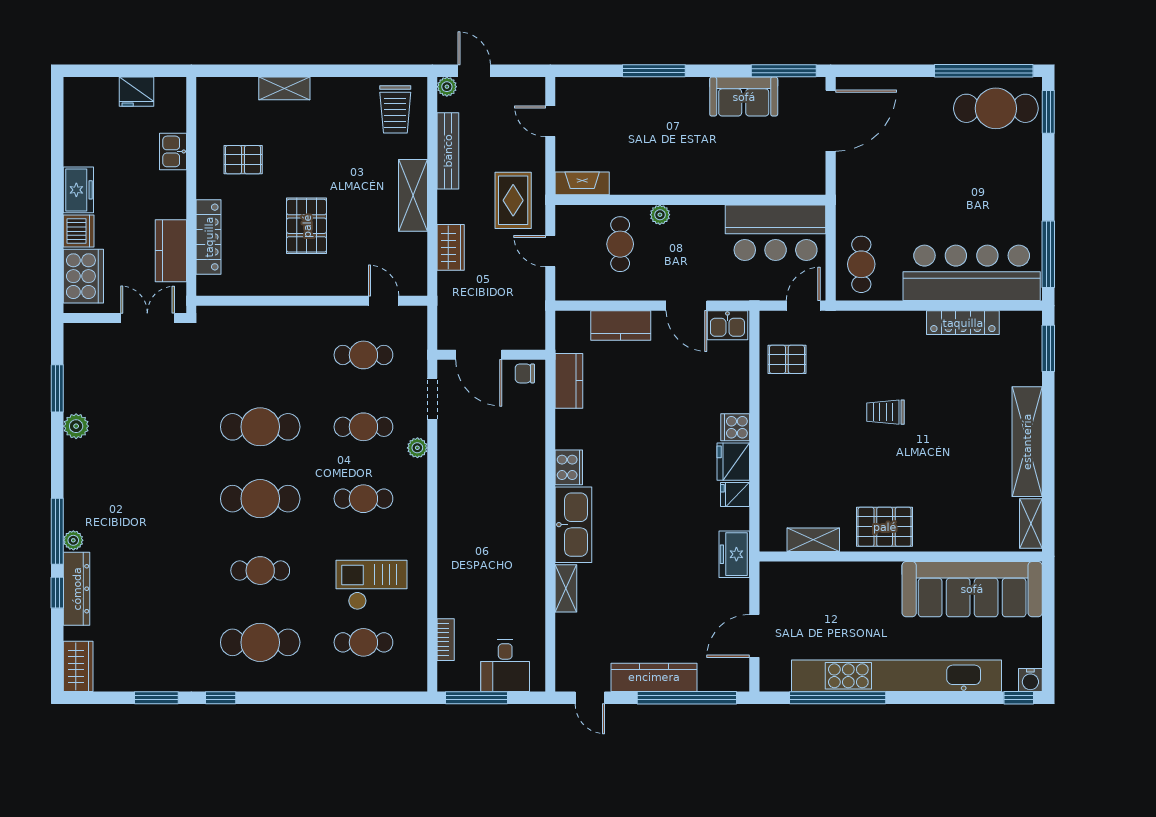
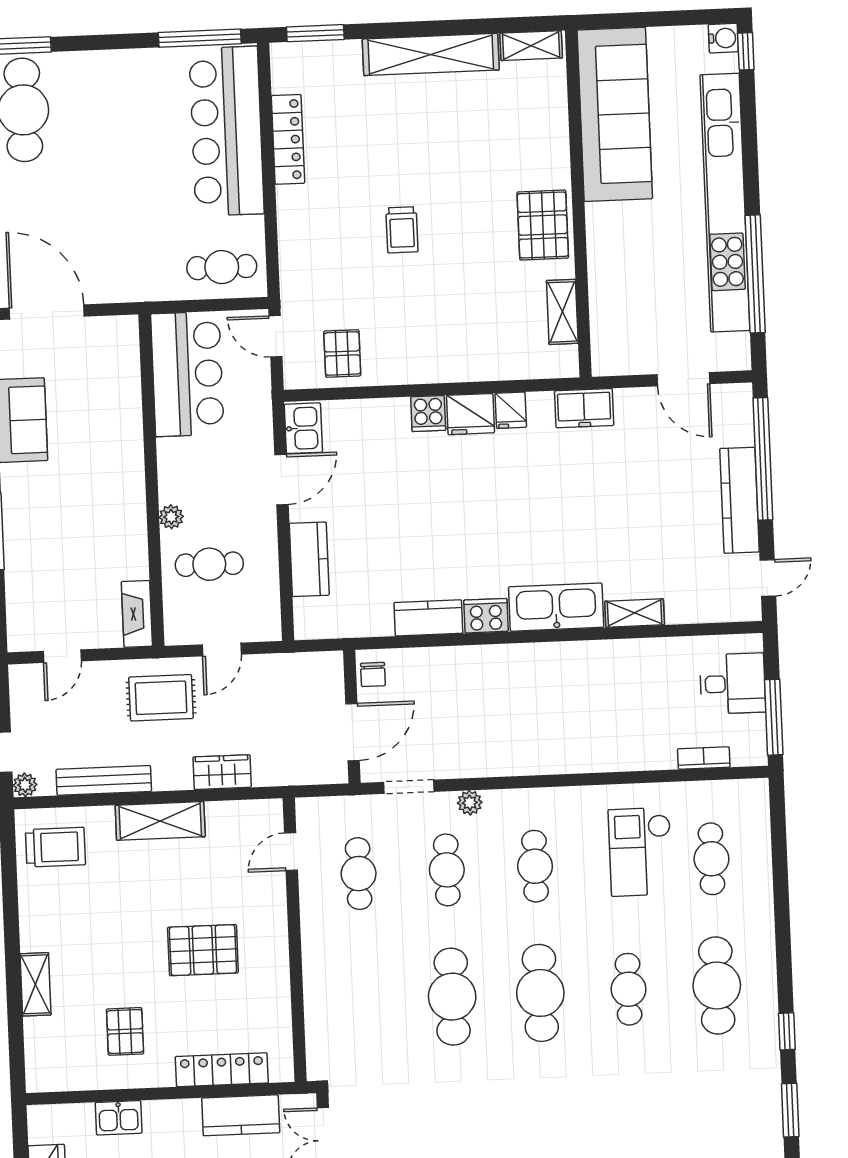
kitchen counter: (569, 381) -> (428, 618), moved

